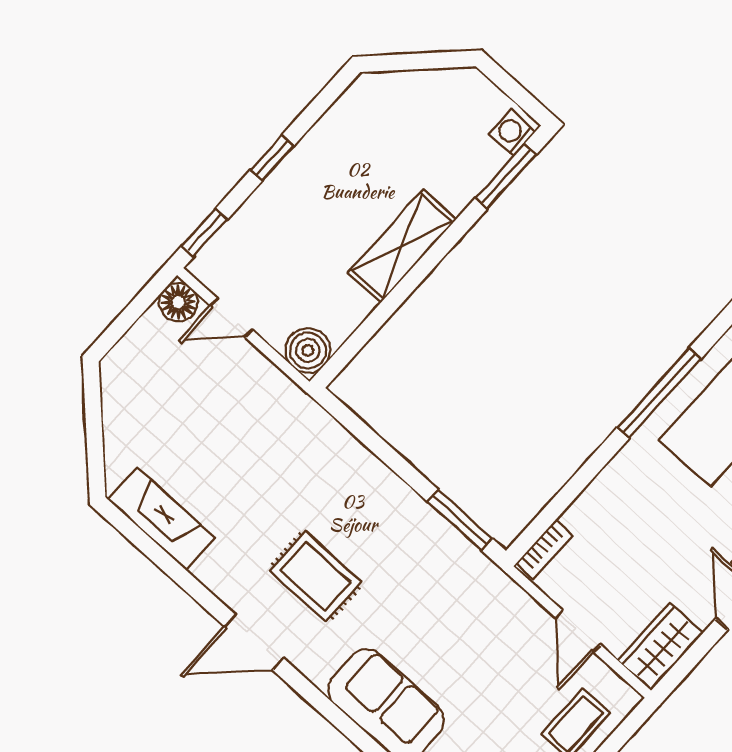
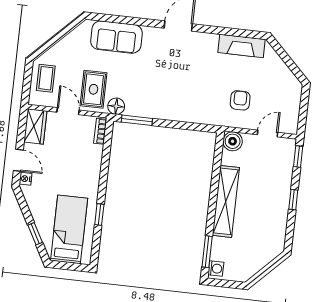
shelving: (402, 246) -> (226, 201), width x1.47
floor lamp: (178, 302) -> (116, 106), moved
window: (659, 393) -> (99, 214), width x0.46
armchair: (238, 418) -> (240, 100), added
rug: (316, 576) -> (93, 89), moved, turned 90

